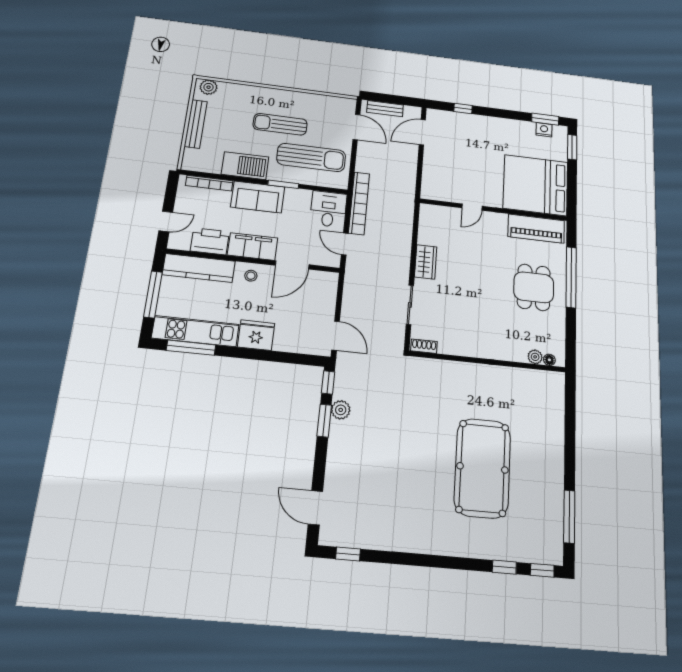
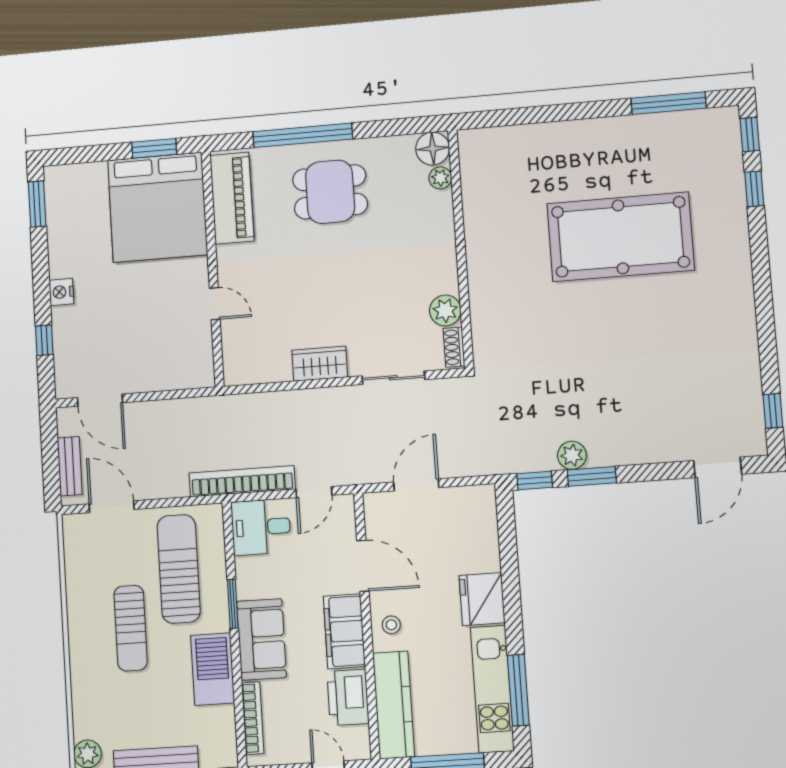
door: (356, 127) -> (112, 507), hinge flipped
nightstand: (544, 130) -> (61, 292), moved
window: (572, 147) -> (154, 148), moved
door: (336, 336) -> (416, 485), moved
plant: (449, 345) -> (445, 311), added
floor lamp: (549, 360) -> (433, 149), width x1.89, depth x1.89

